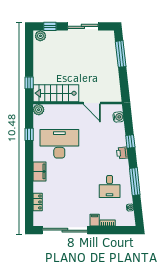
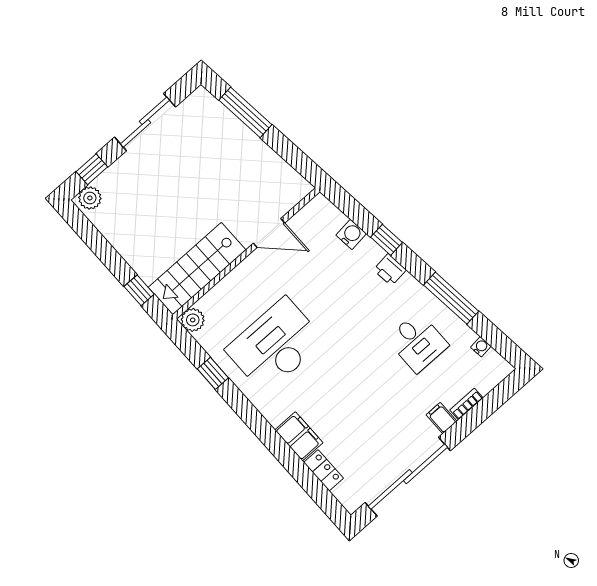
water cooler: (118, 117) -> (351, 234), moved
filing cabinet: (40, 171) -> (299, 436), moved

